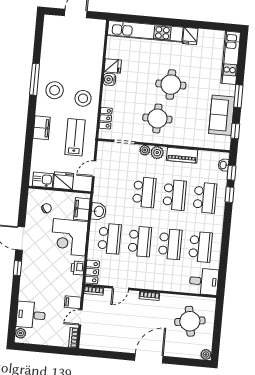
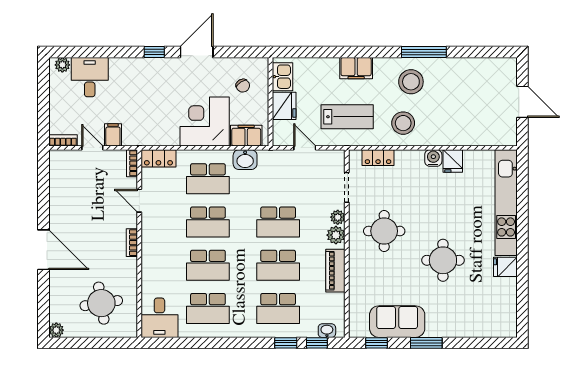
kitchen unit: (231, 58) -> (480, 327), removed
round table: (171, 85) -> (443, 260), moved
printer: (78, 268) -> (162, 137), removed

